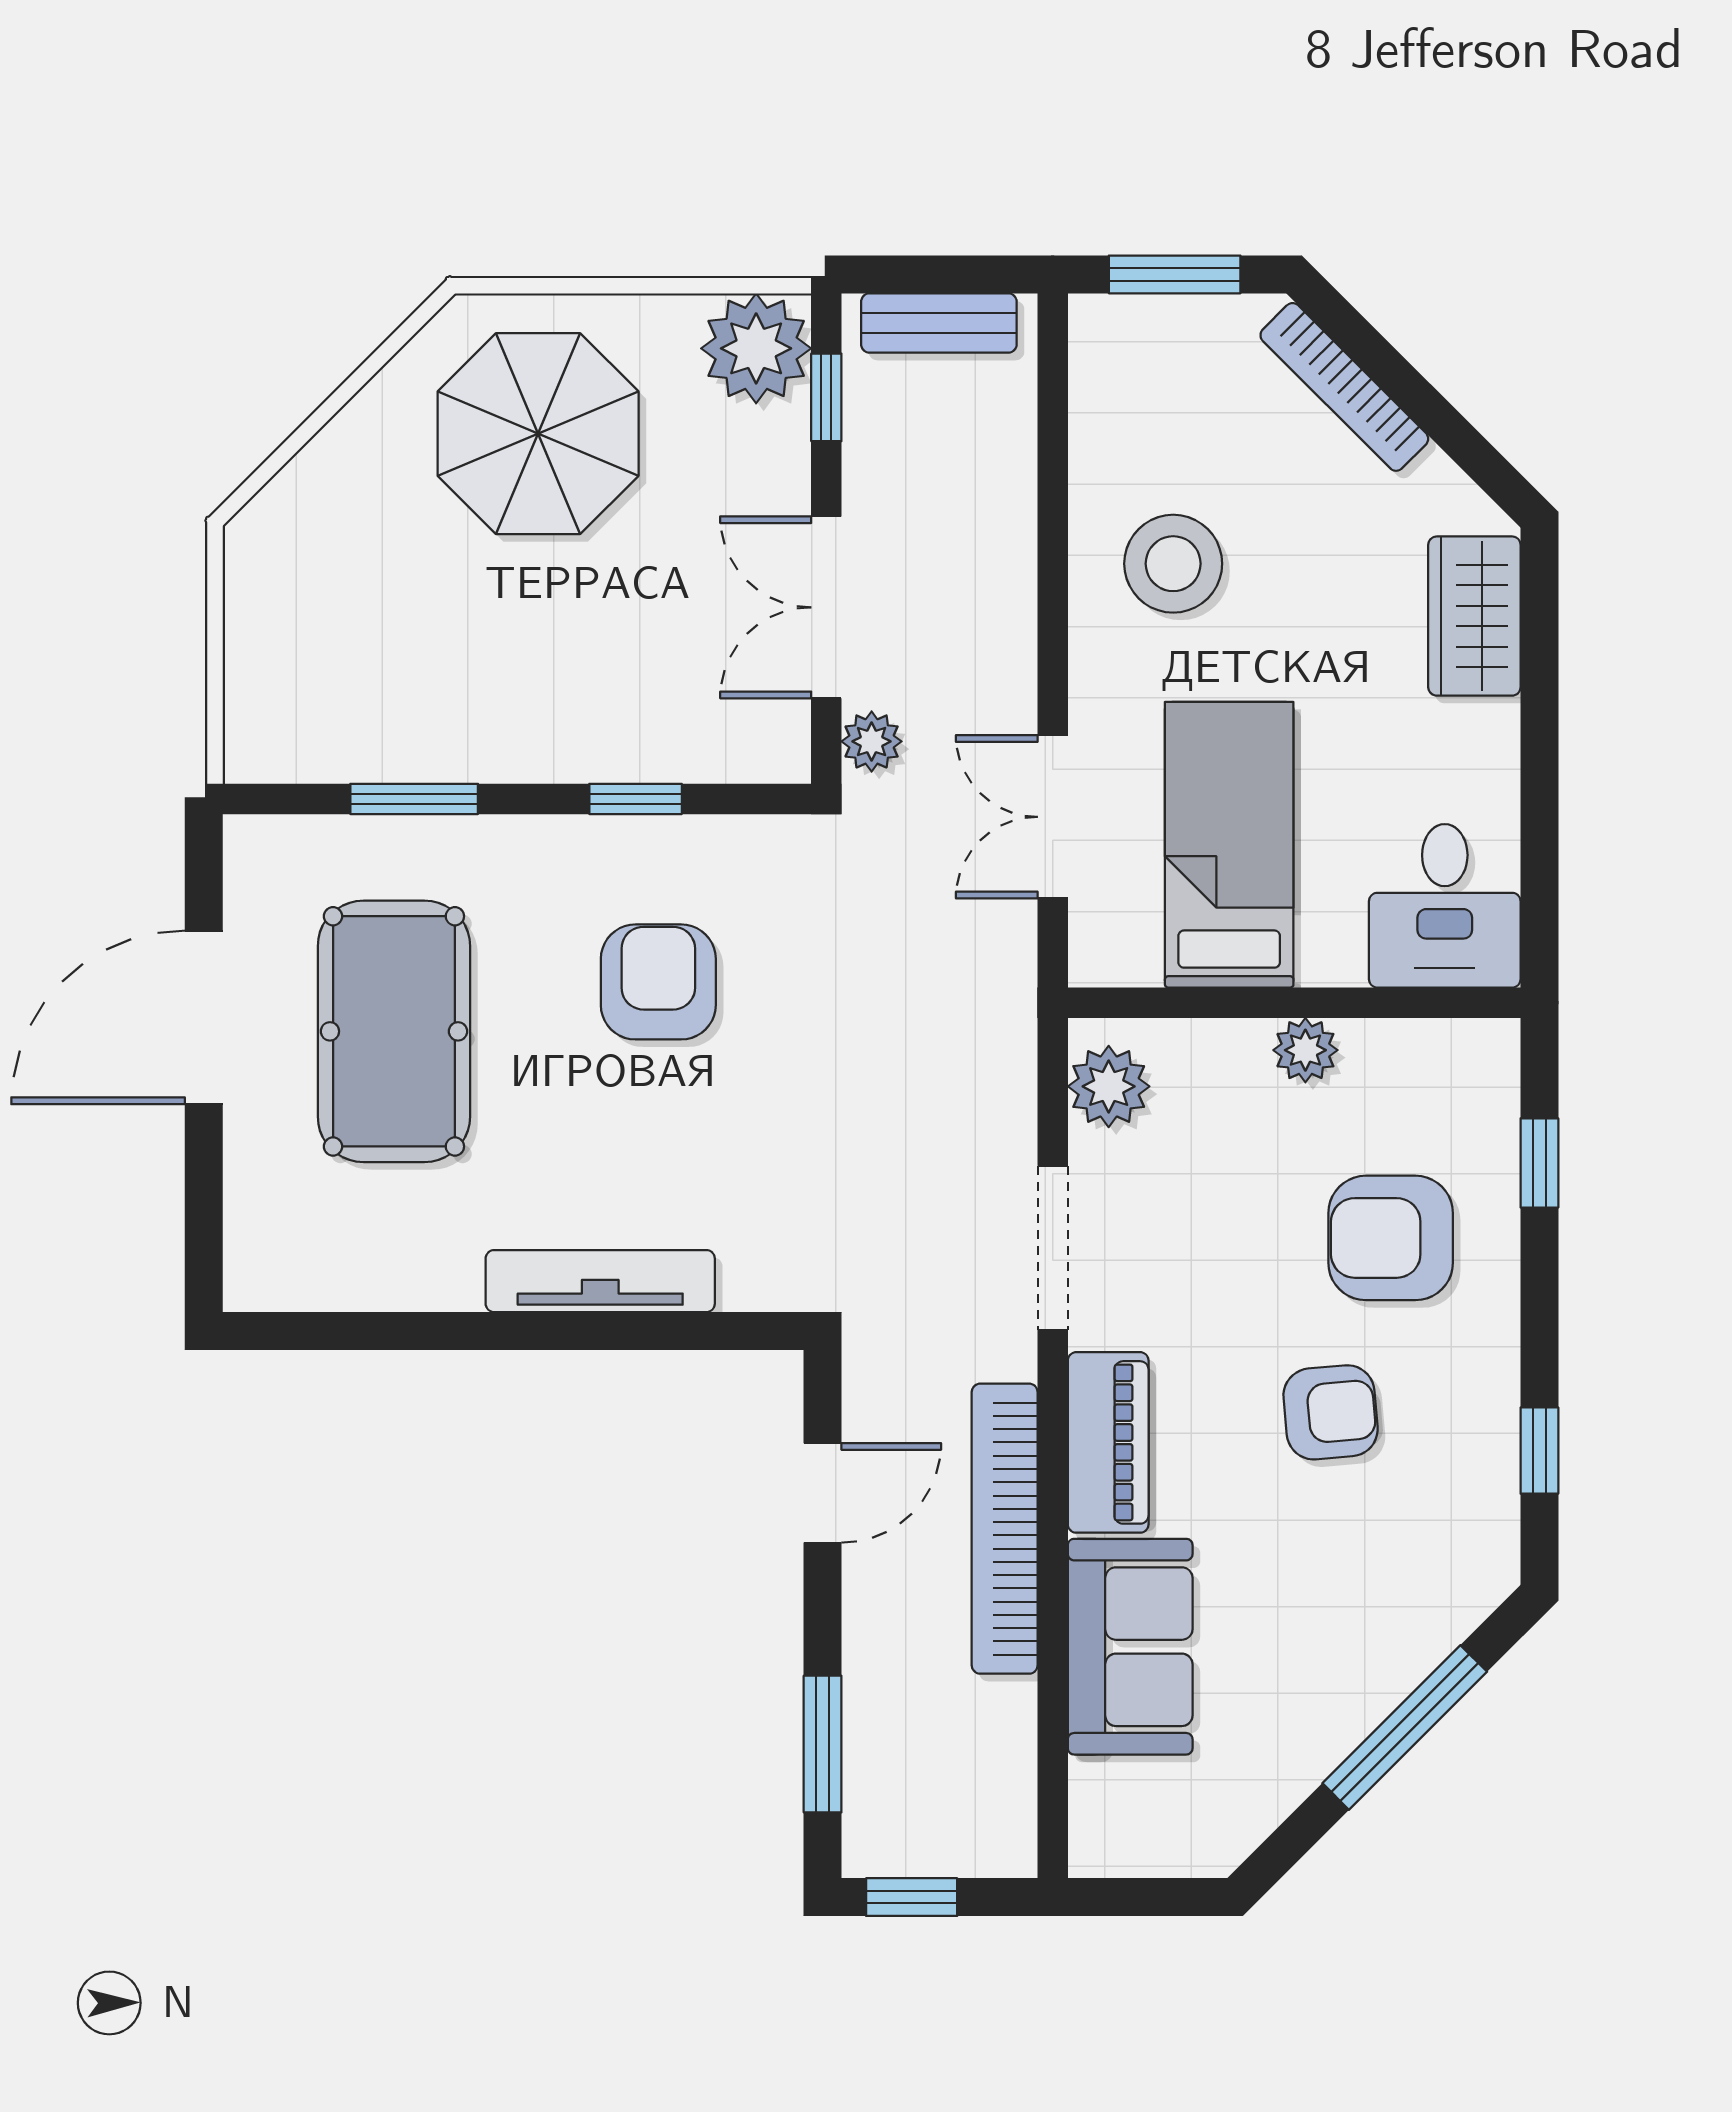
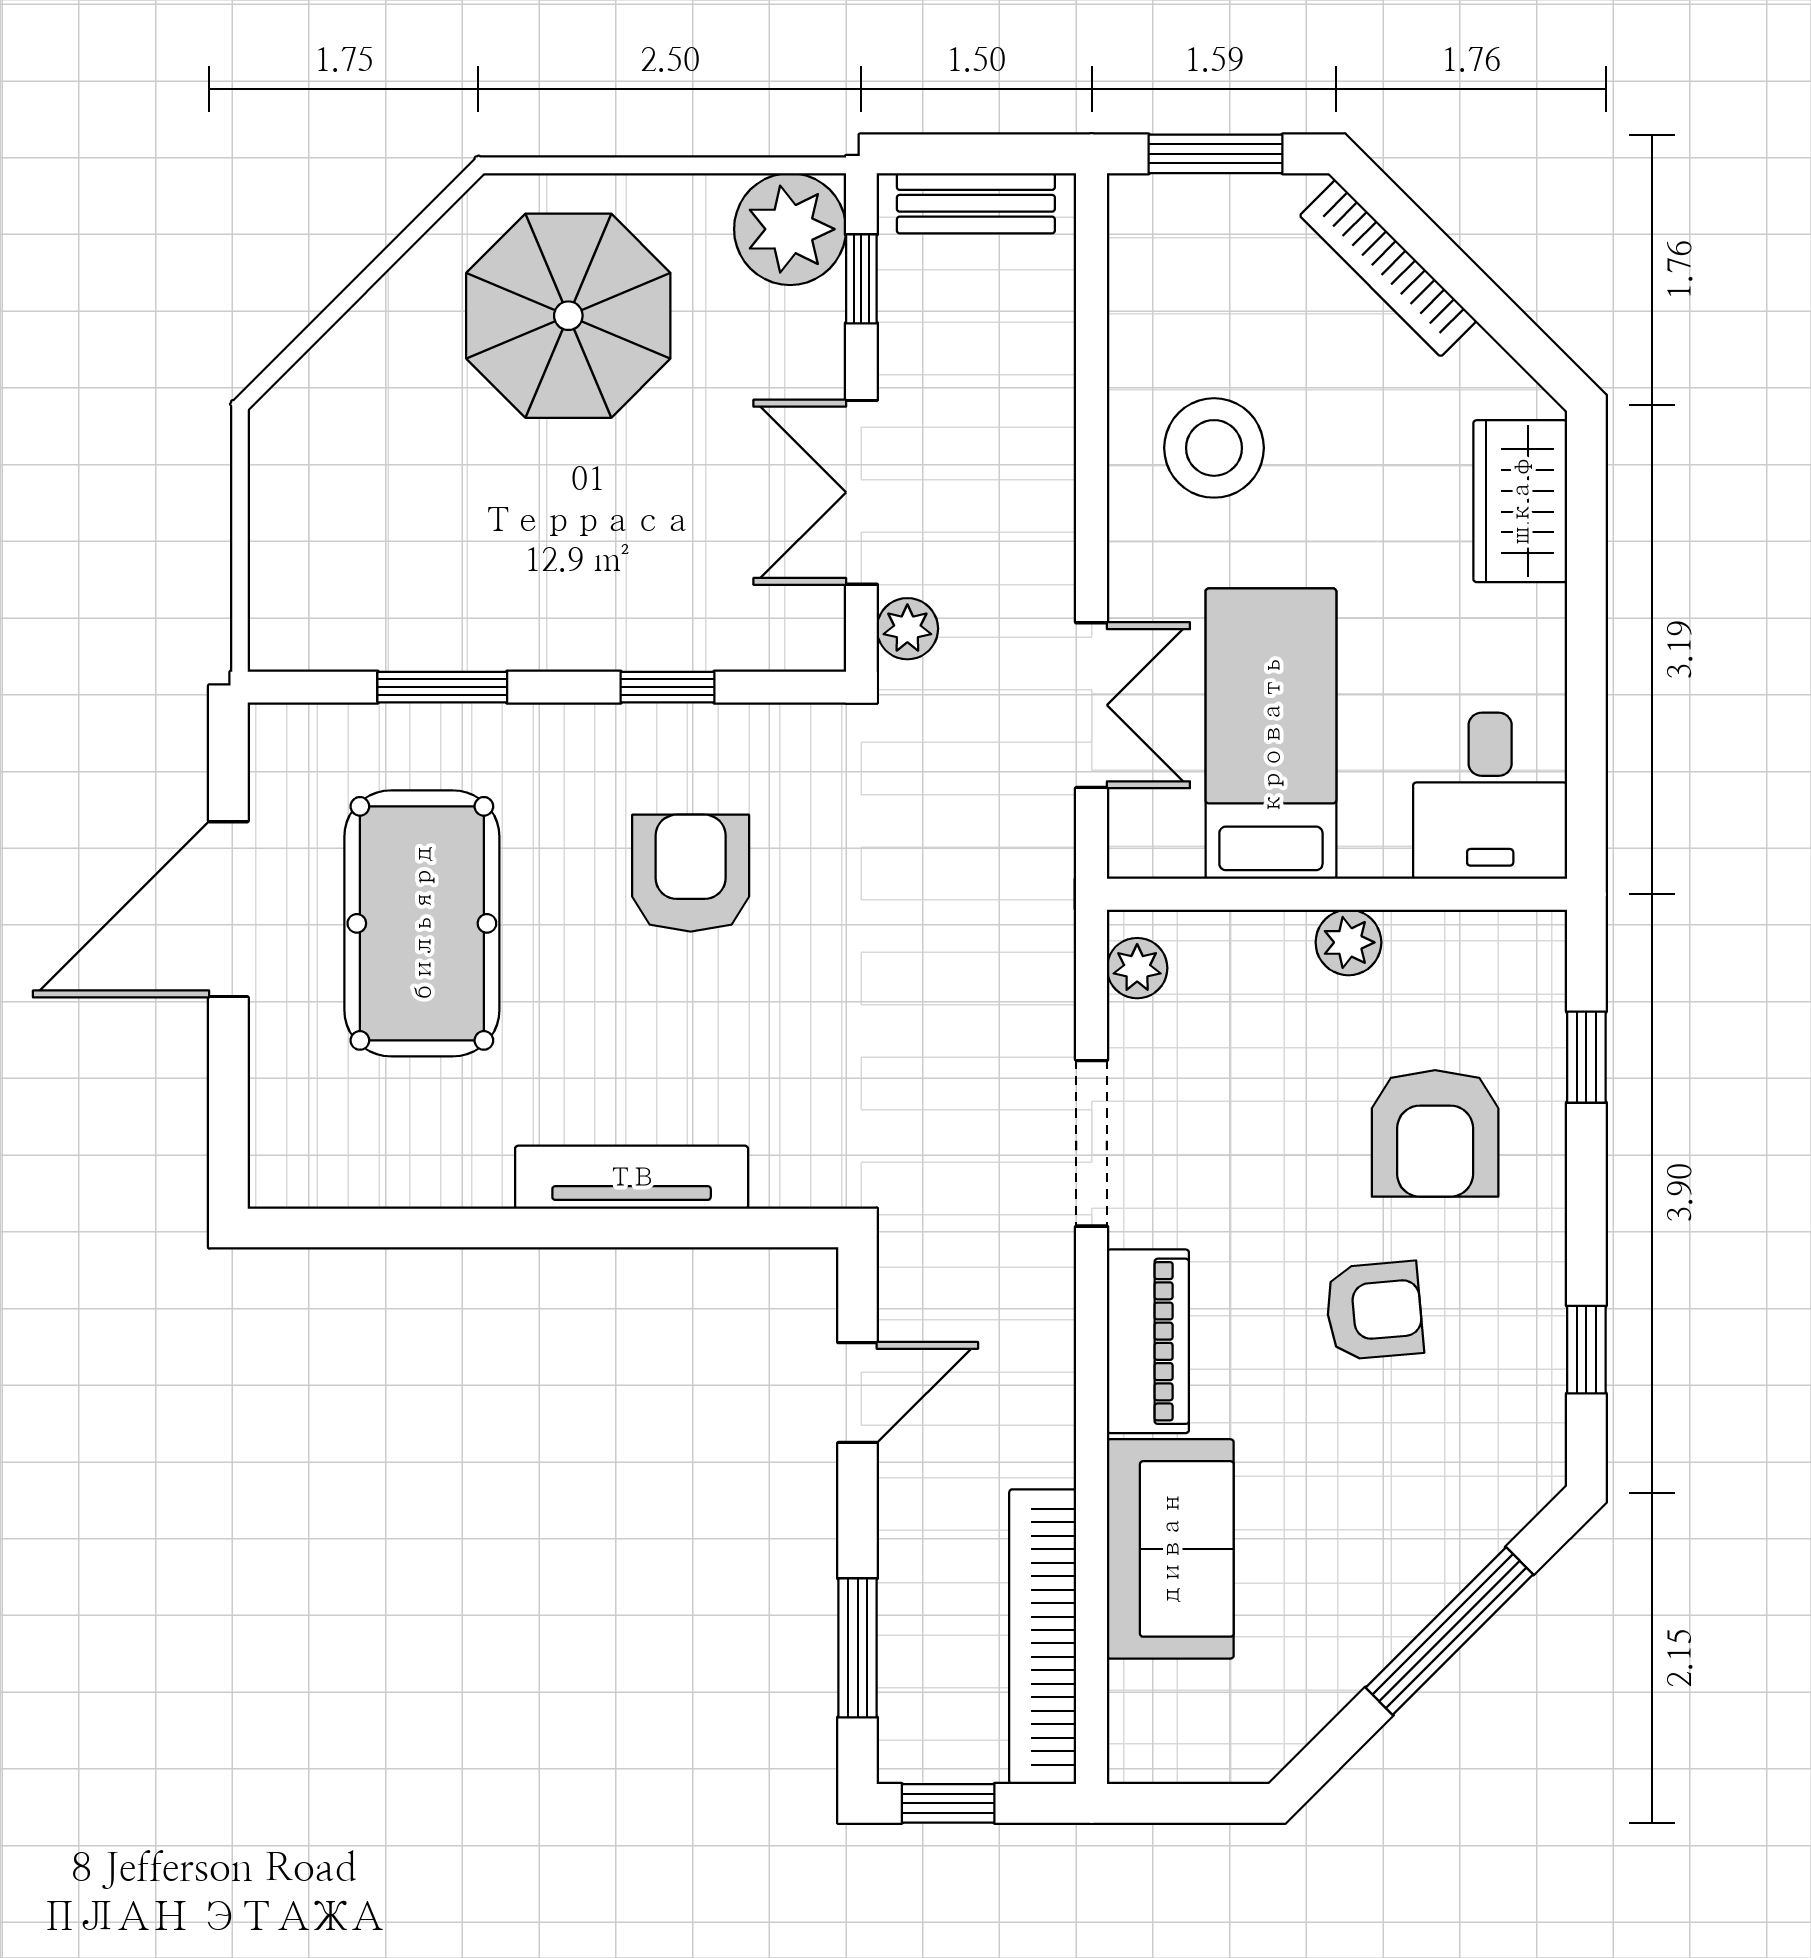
double door: (1053, 817) -> (1092, 705), swing flipped
plant: (1109, 1086) -> (1137, 968), width x0.73, depth x0.73
armchair: (1391, 1238) -> (1435, 1133), turned -90
bookcase: (1005, 1529) -> (1043, 1637), moved

